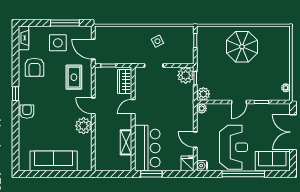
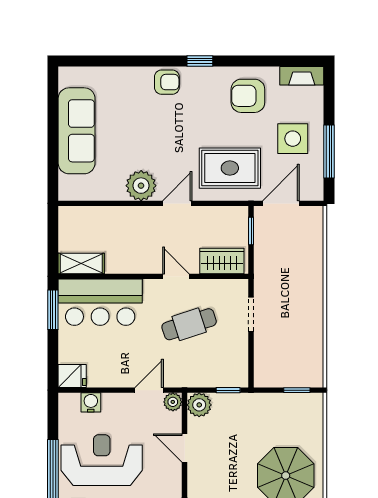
side table: (157, 41) -> (296, 321), removed
plant: (186, 75) -> (233, 372), removed
rug: (74, 77) -> (230, 168), width x1.36, depth x1.43
cafe table: (159, 99) -> (189, 324), added
door: (239, 102) -> (185, 448), moved
door: (195, 140) -> (149, 390), moved
shelving: (126, 142) -> (81, 263), moved
reception desk: (234, 147) -> (102, 460), turned 180
water cooler: (202, 166) -> (91, 402), moved

